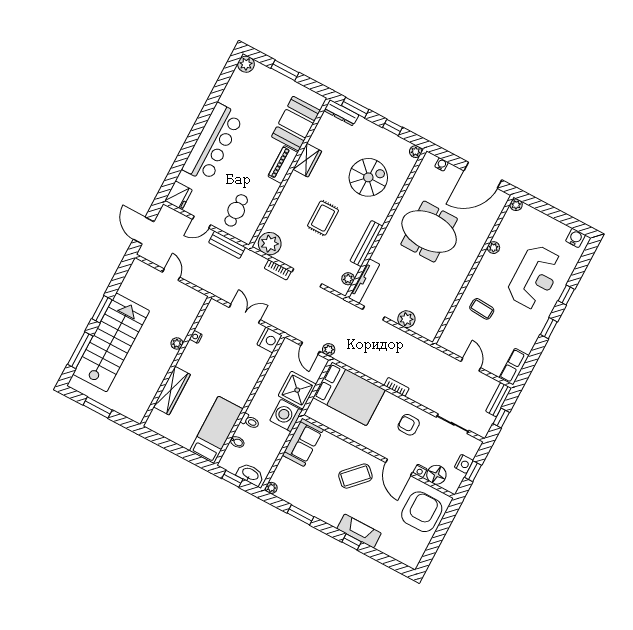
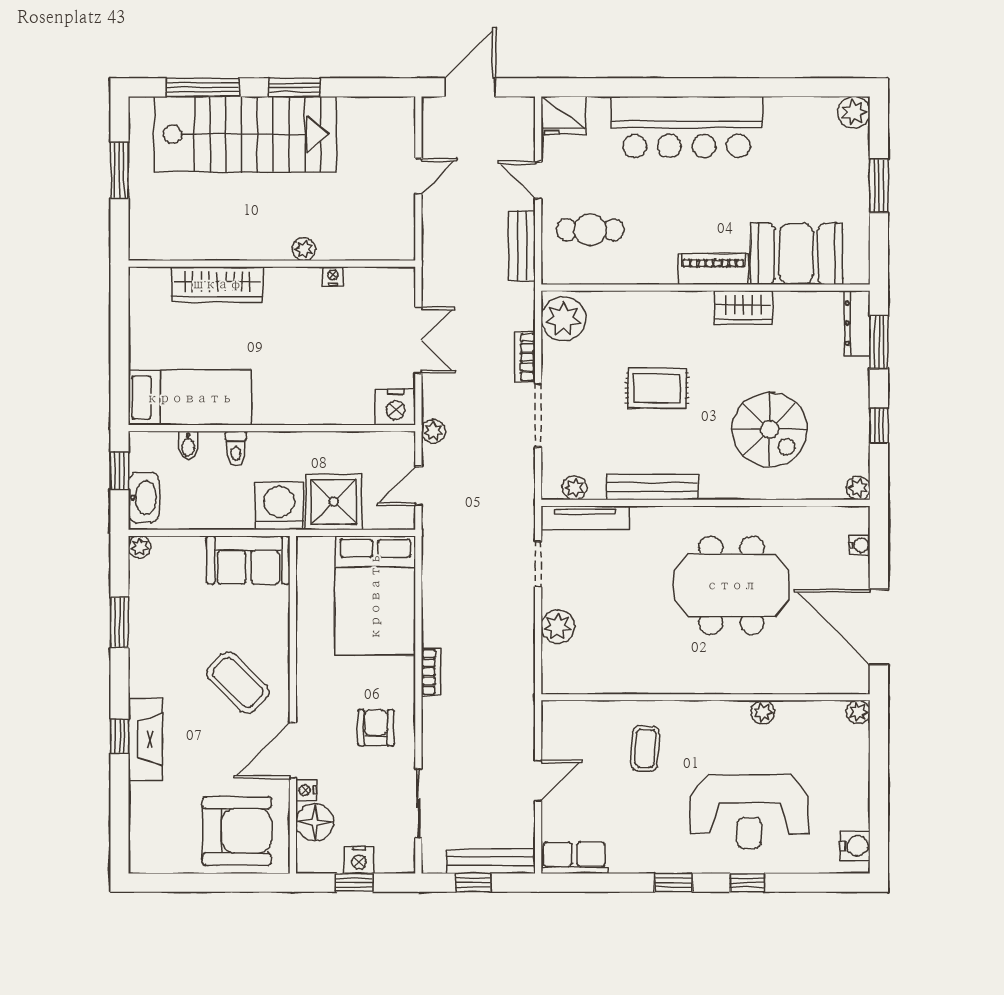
meeting table: (429, 232) -> (731, 585), turned 90
plant: (329, 350) -> (433, 431), moved
bench: (499, 400) -> (491, 861), width x1.36

